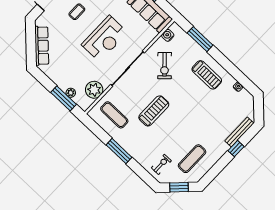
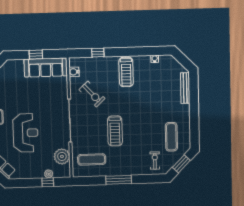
reception desk: (105, 38) -> (25, 133), moved
window: (200, 39) -> (98, 53), width x0.46
treadmill: (207, 75) -> (126, 72), turned 90
window: (64, 98) -> (48, 182), width x0.46
treadmill: (154, 111) -> (115, 131), turned 180
window: (236, 149) -> (194, 101), removed

